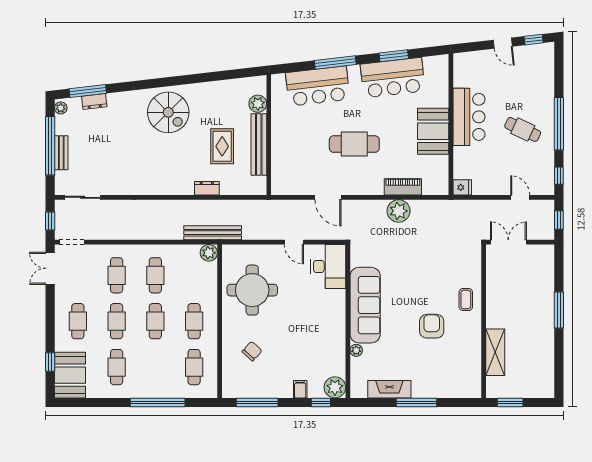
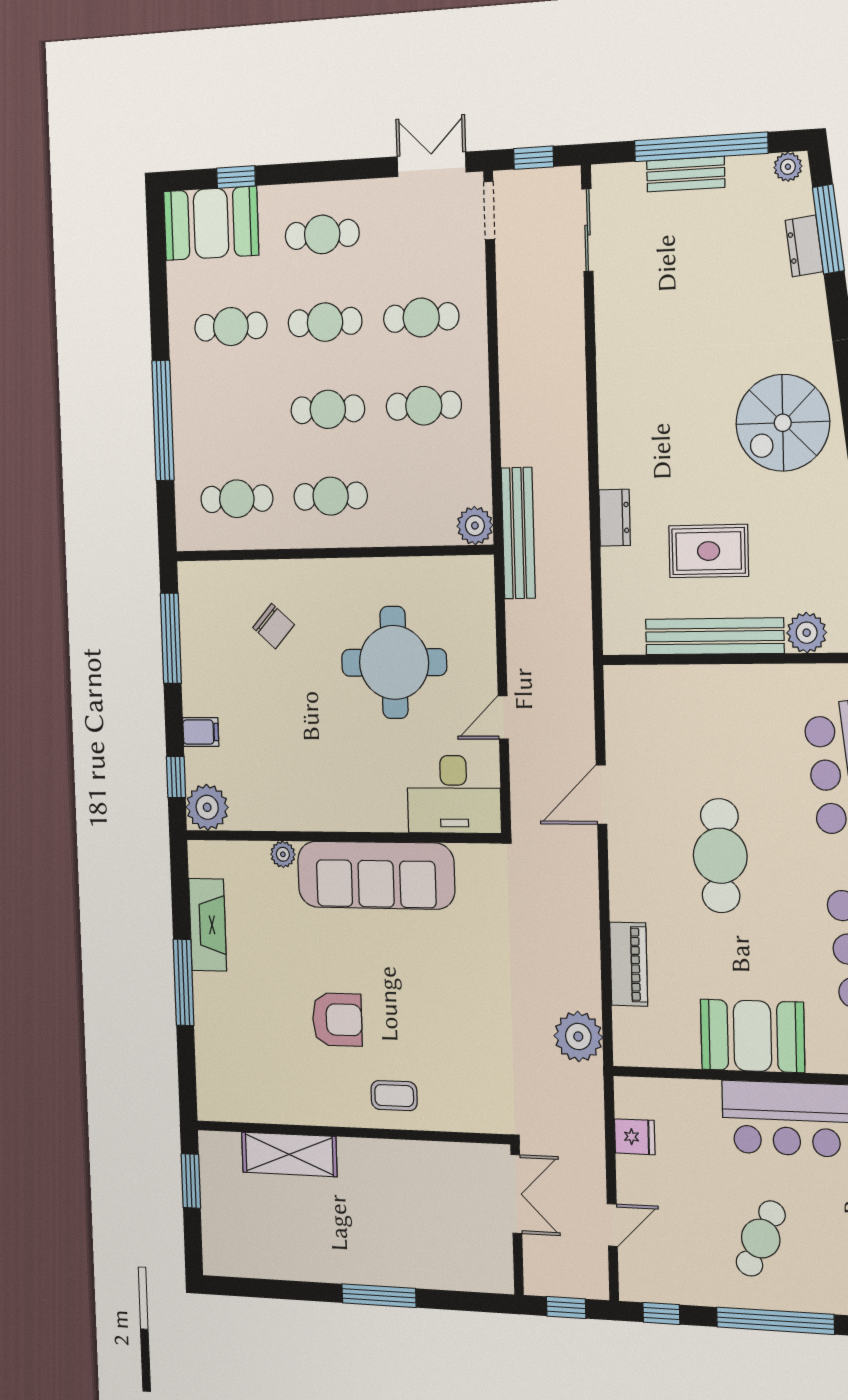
fridge: (462, 187) -> (635, 1137), moved, turned -90
plant: (399, 211) -> (578, 1037), moved
round table: (252, 290) -> (394, 662), moved

